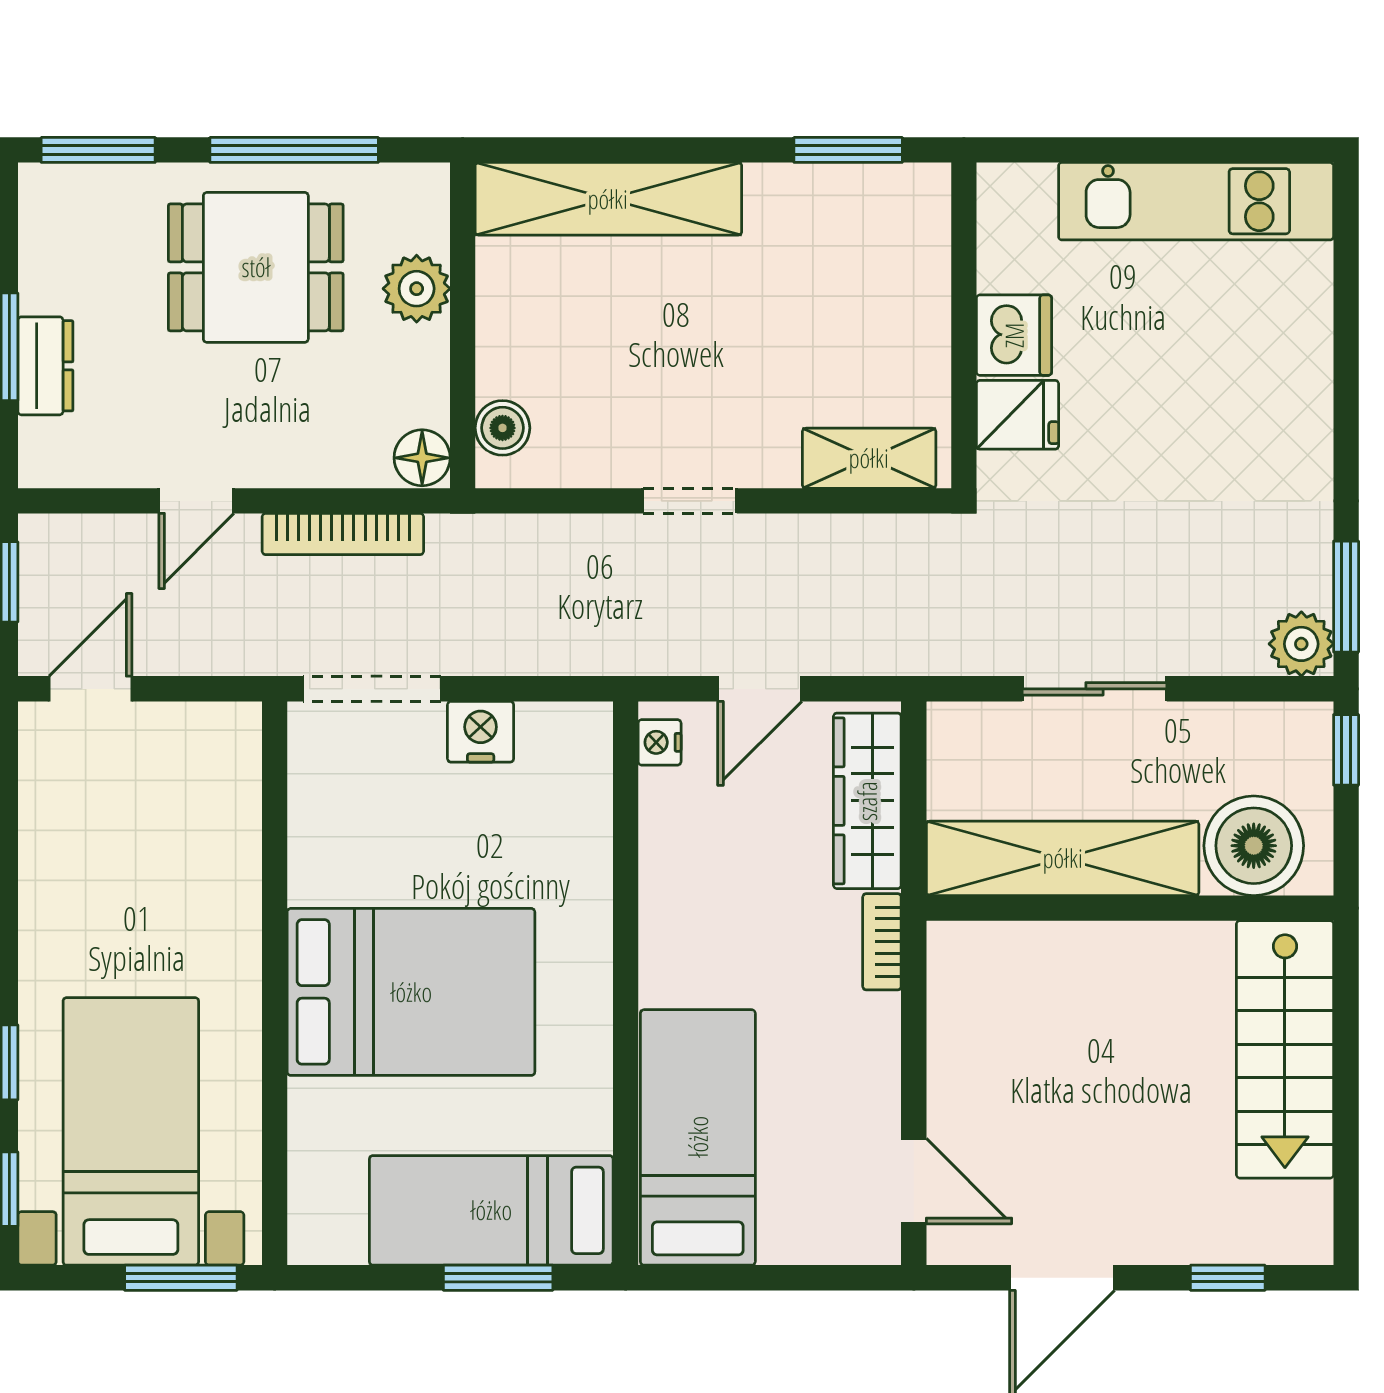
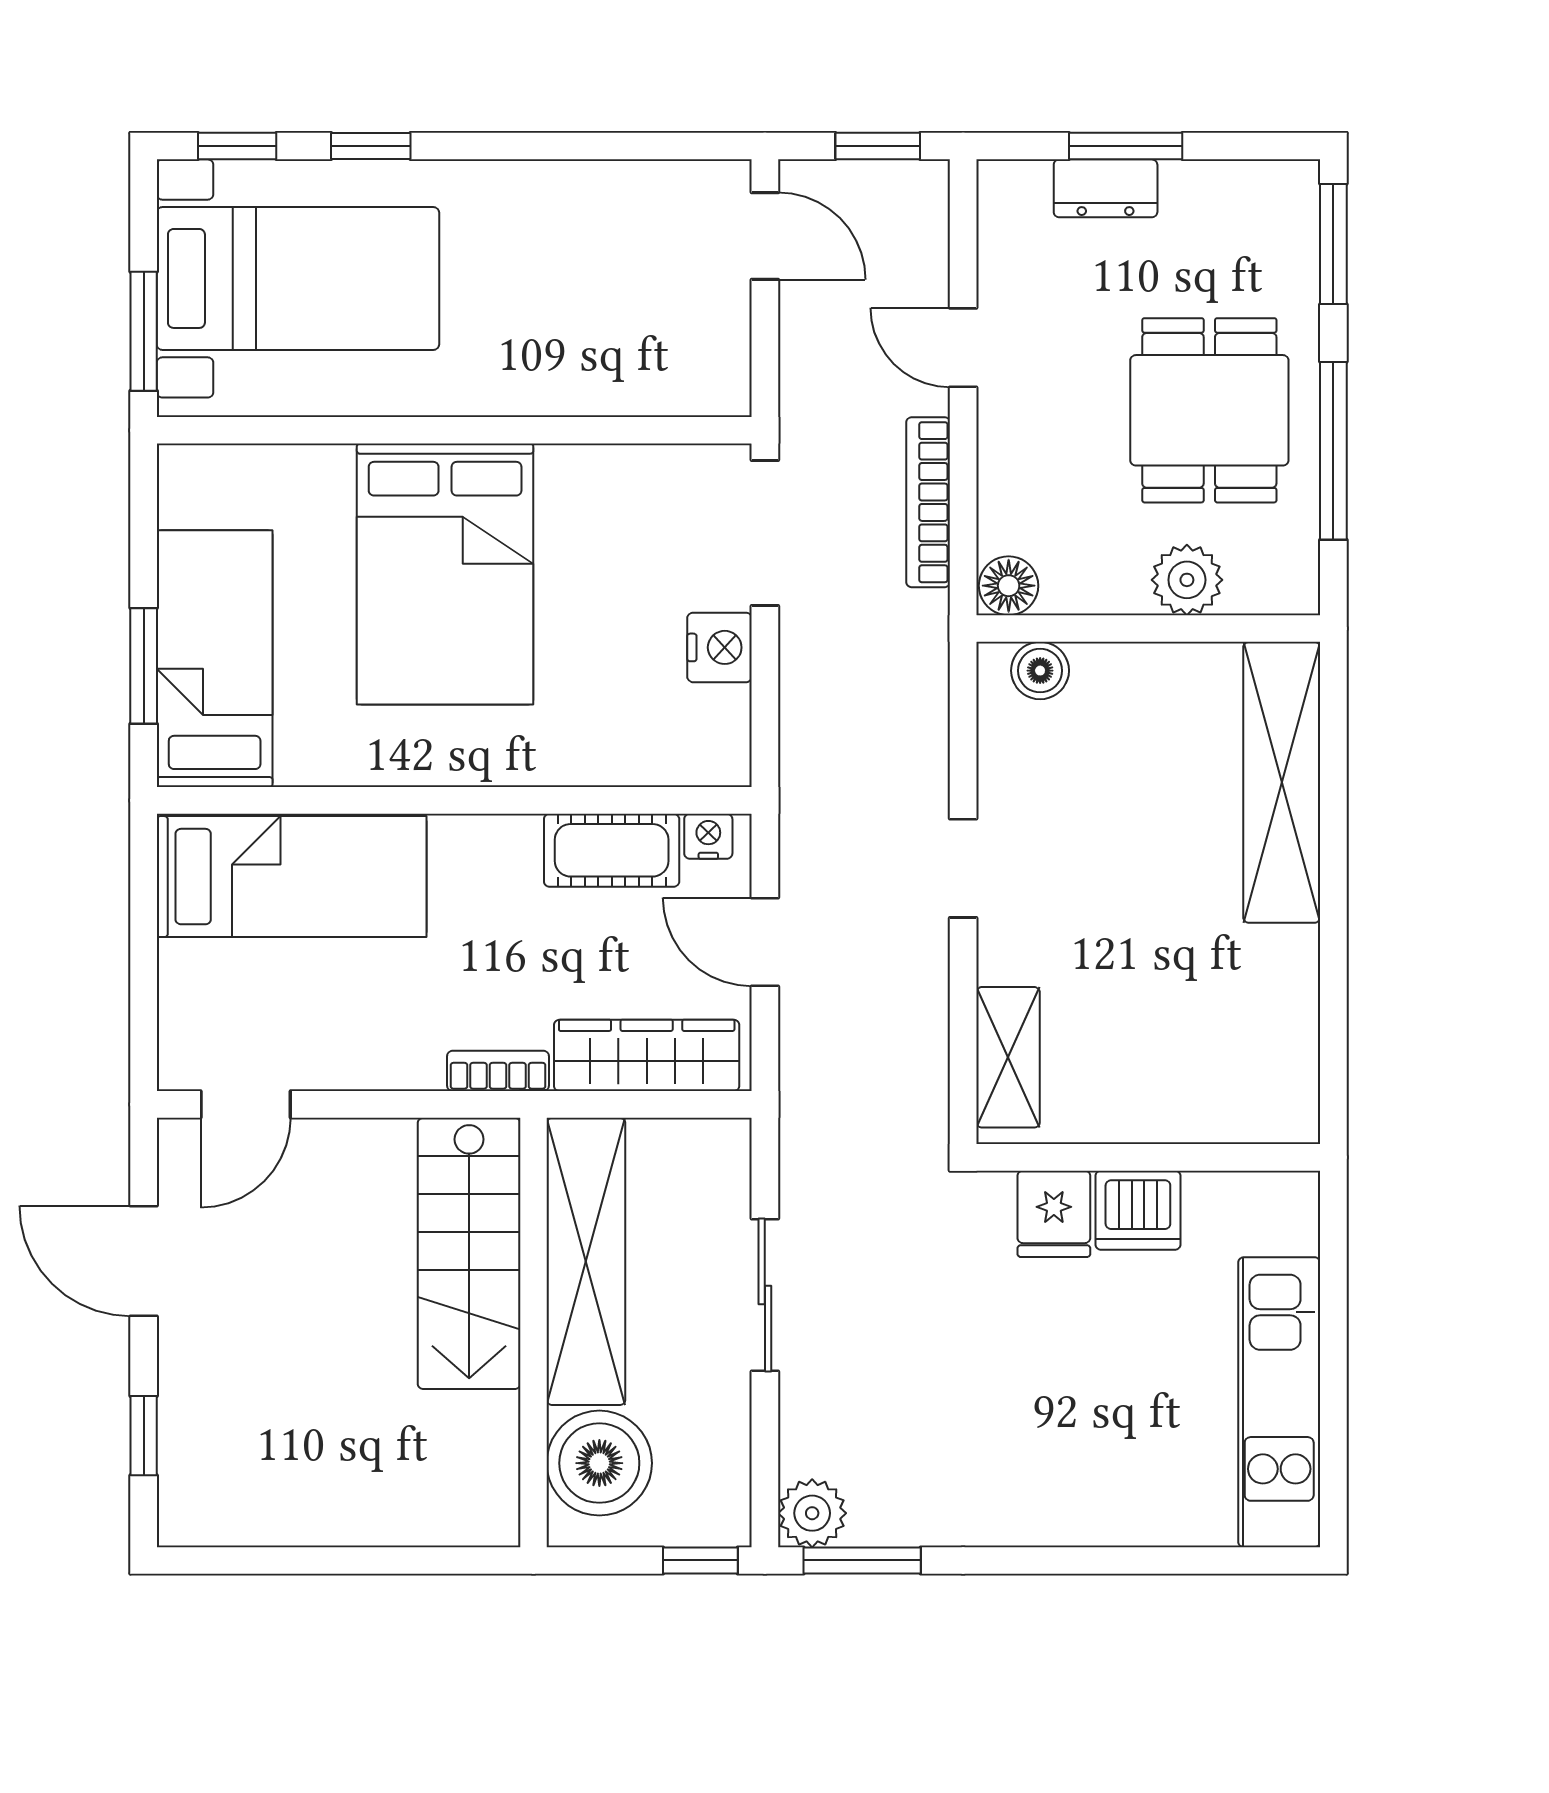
window: (848, 150) -> (1333, 1035), removed
cot: (673, 834) -> (612, 850), added
stairs: (1285, 1049) -> (469, 1253), moved, turned -90

